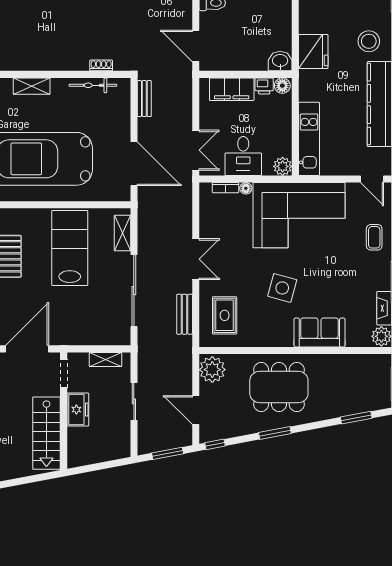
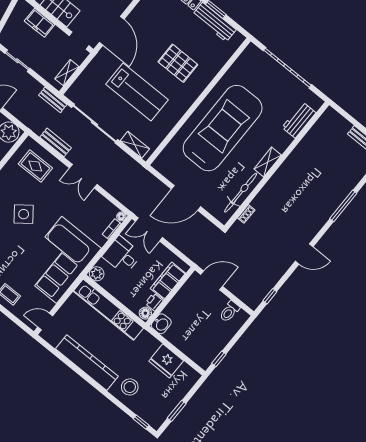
fridge: (313, 51) -> (166, 361), moved
bicycle: (93, 85) -> (241, 193), width x1.37, depth x1.40
bench: (144, 99) -> (53, 100), moved
kitchen unit: (309, 139) -> (108, 310), width x1.36
door: (134, 164) -> (186, 198), moved
floor lamp: (246, 188) -> (121, 216), moved
lab bench: (70, 248) -> (137, 92), moved
side table: (282, 288) -> (24, 214), turned 38
sliding door: (134, 401) -> (17, 61), moved
freezer: (78, 410) -> (40, 23), moved

